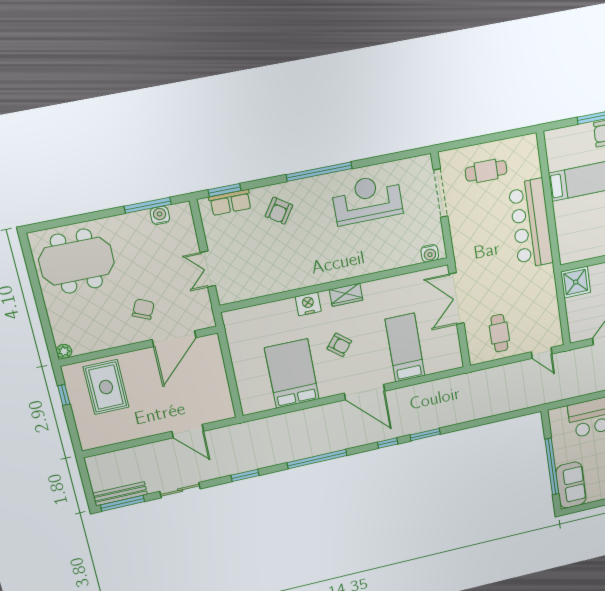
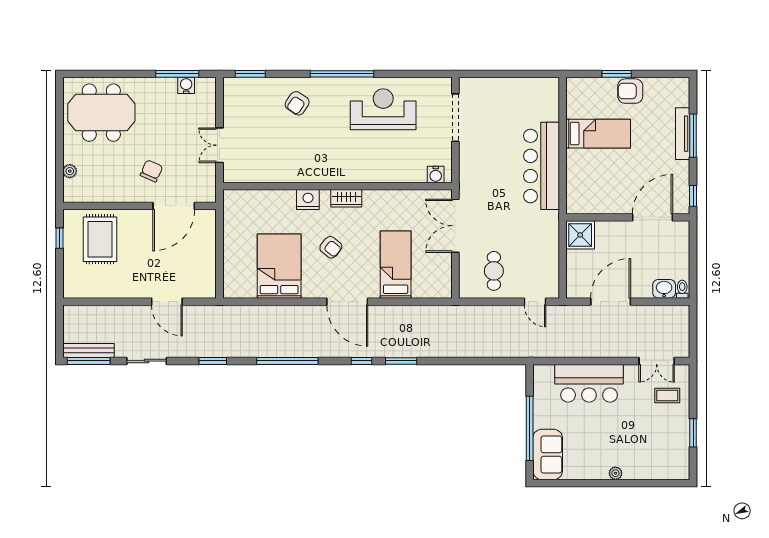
cafe table: (486, 171) -> (504, 105), removed
row of seats: (230, 202) -> (253, 86), removed
plant: (64, 351) -> (70, 171), moved

